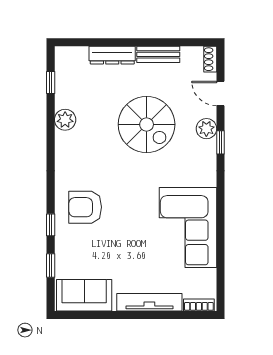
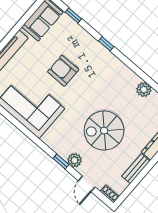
door: (221, 93) -> (87, 184), swing flipped
armchair: (85, 207) -> (63, 71), moved, turned -90
window: (51, 225) -> (106, 44), moved

